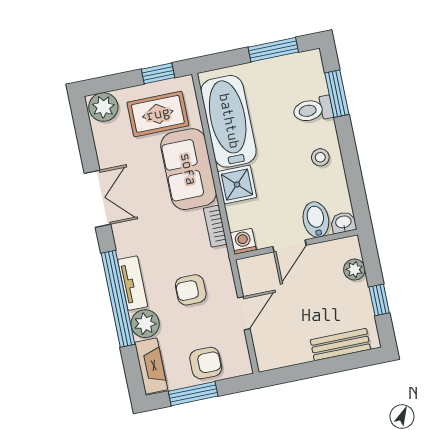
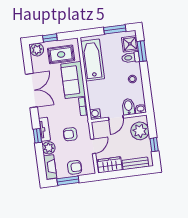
window: (158, 73) -> (50, 38), moved
shower: (237, 185) -> (130, 44), moved
double door: (97, 199) -> (31, 90), width x1.37
plant: (354, 270) -> (140, 131), width x1.87, depth x1.87
window: (118, 299) -> (37, 136), width x0.32
wardrobe: (284, 352) -> (110, 165), added

